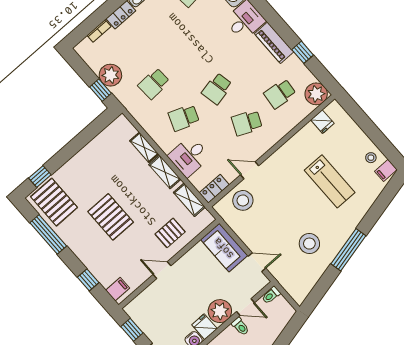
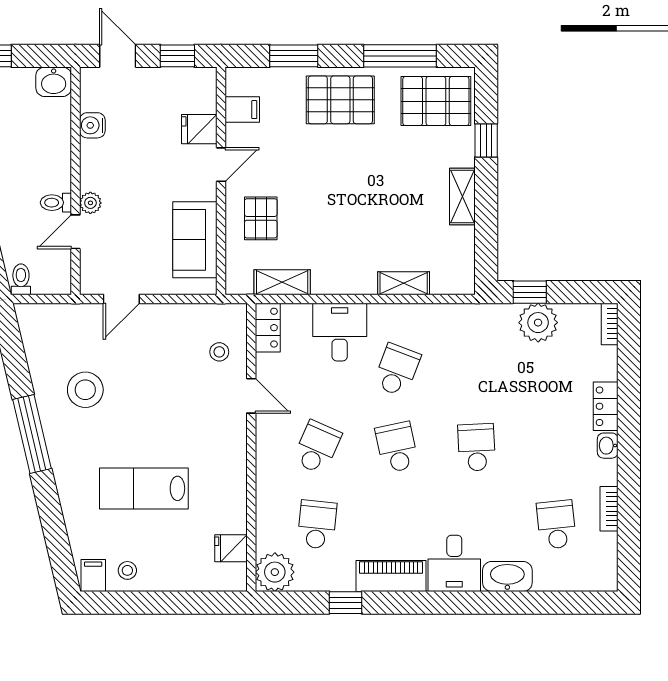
bookcase: (99, 31) -> (610, 324), moved
school desk: (154, 84) -> (477, 447), moved
door: (250, 170) -> (251, 396), hinge flipped
shelving: (165, 172) -> (462, 197), moved, turned 90
window: (40, 176) -> (486, 140), moved
stool: (243, 200) -> (219, 352), width x0.53, depth x0.53
pallet: (111, 217) -> (340, 100), moved
sofa: (224, 248) -> (195, 240), moved, turned -90
window: (88, 280) -> (294, 56), width x1.50
filing cabinet: (118, 289) -> (242, 110), moved, turned -90
toilet: (271, 295) -> (21, 279), moved
plant: (220, 311) -> (90, 203), width x0.53, depth x0.53
fridge: (204, 327) -> (199, 129), moved, turned 180

